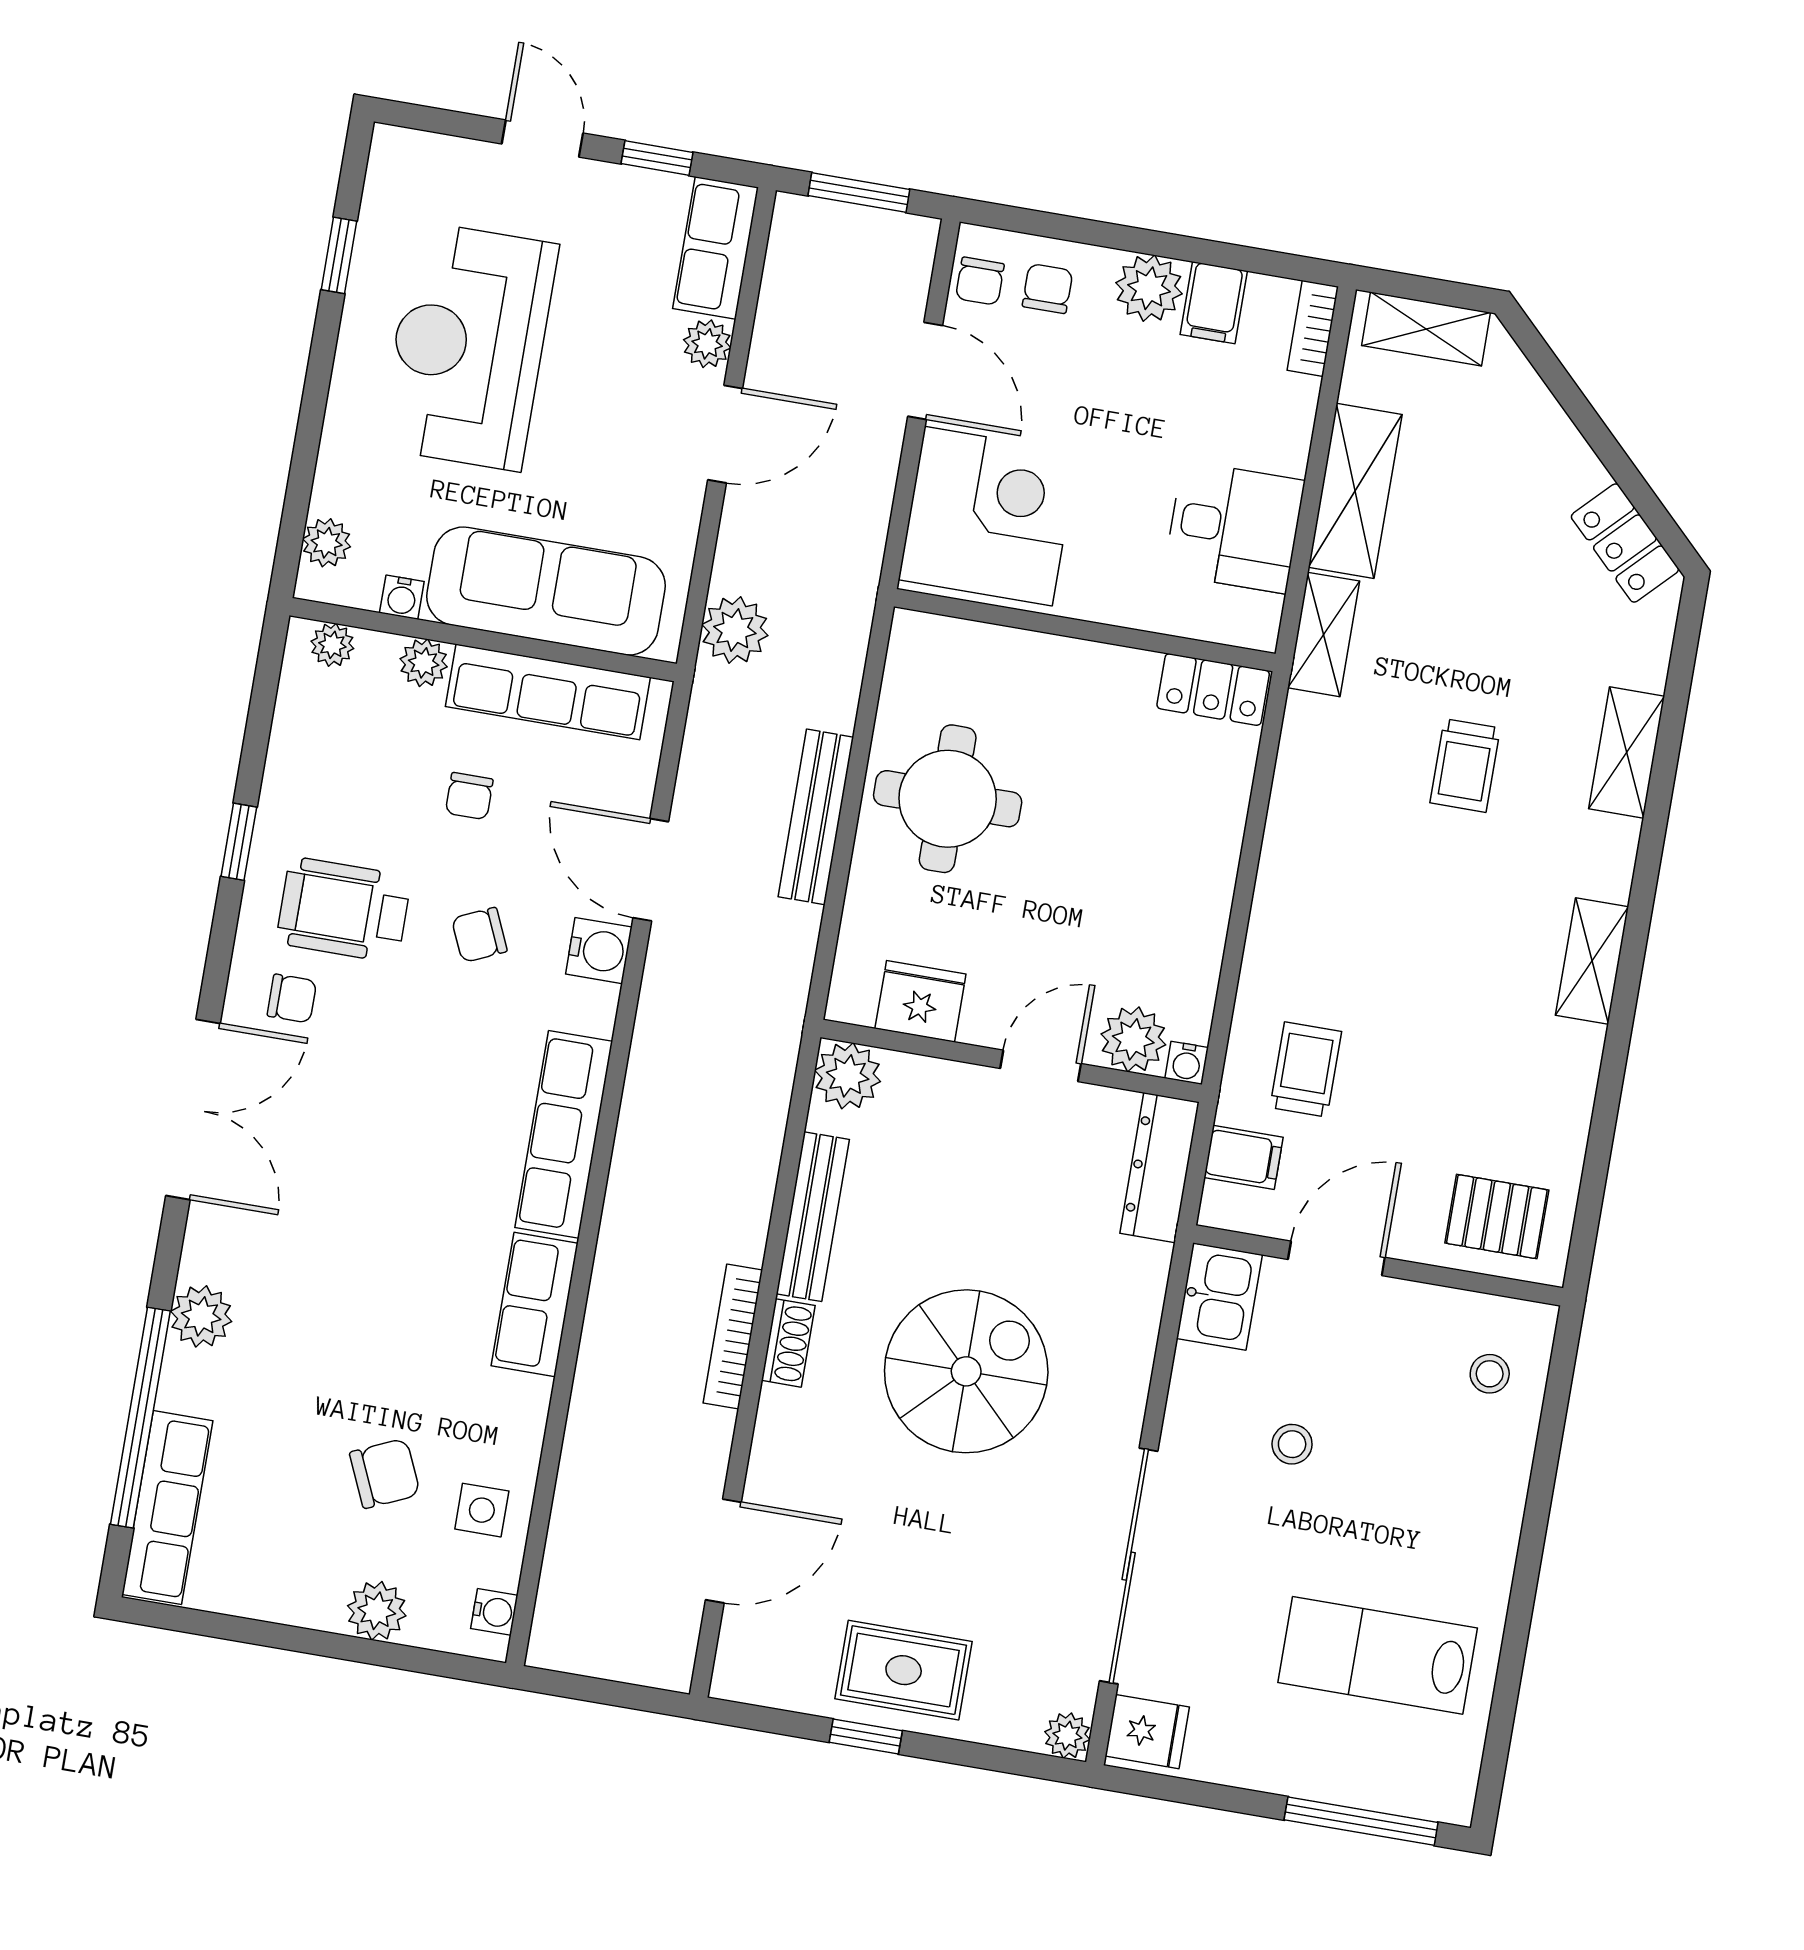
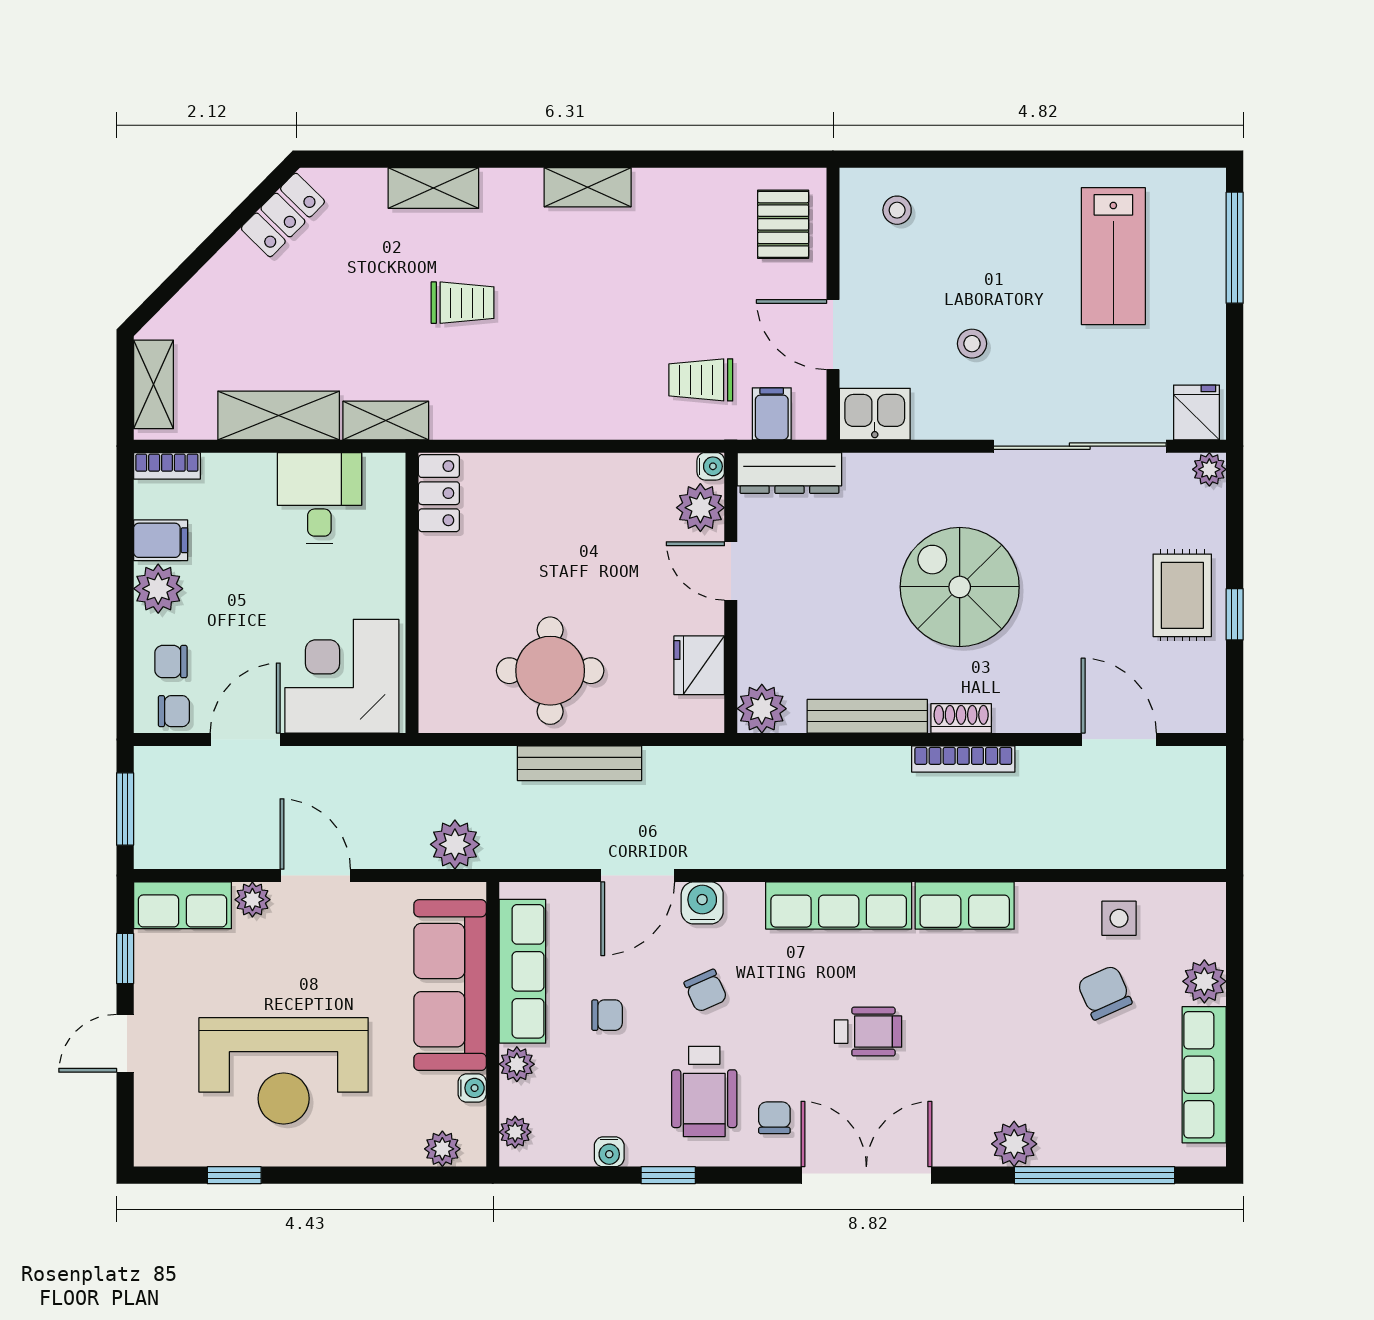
wheelchair: (387, 1145) -> (868, 1032), added
row of seats: (167, 1508) -> (1204, 1075), moved, turned -90
water cooler: (494, 1612) -> (609, 1152), moved, turned 180

